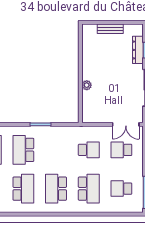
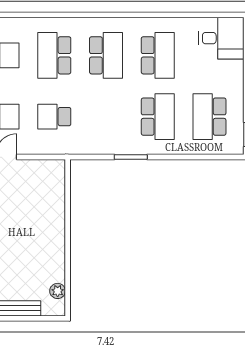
plant: (87, 85) -> (58, 291), moved
school desk: (23, 189) -> (158, 55), turned 180

